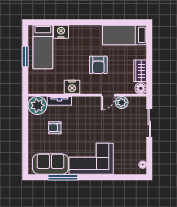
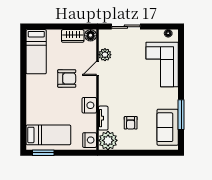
nightstand: (61, 32) -> (90, 140), moved, turned 180
window: (25, 56) -> (43, 153), moved
door: (108, 95) -> (97, 68), swing flipped
corner sofa: (91, 159) -> (162, 65), moved

